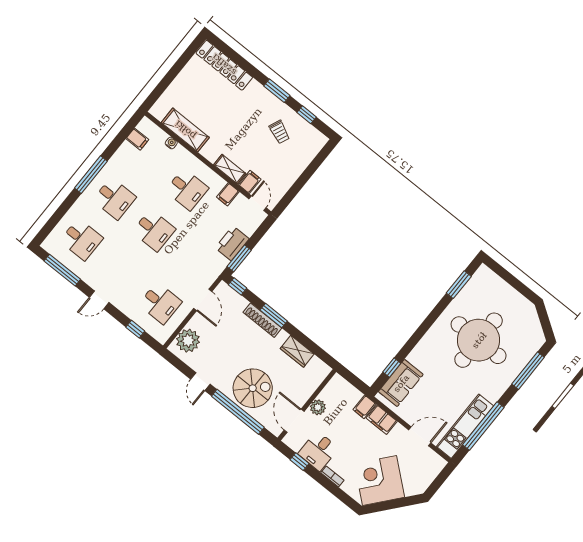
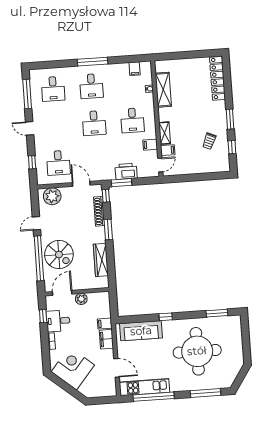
door: (203, 300) -> (81, 184), swing flipped
shoe rack: (262, 320) -> (99, 211), moved
wardrobe: (297, 351) -> (101, 260), width x1.50
window: (392, 368) -> (166, 317), moved
sofa: (401, 383) -> (141, 331), width x1.36

